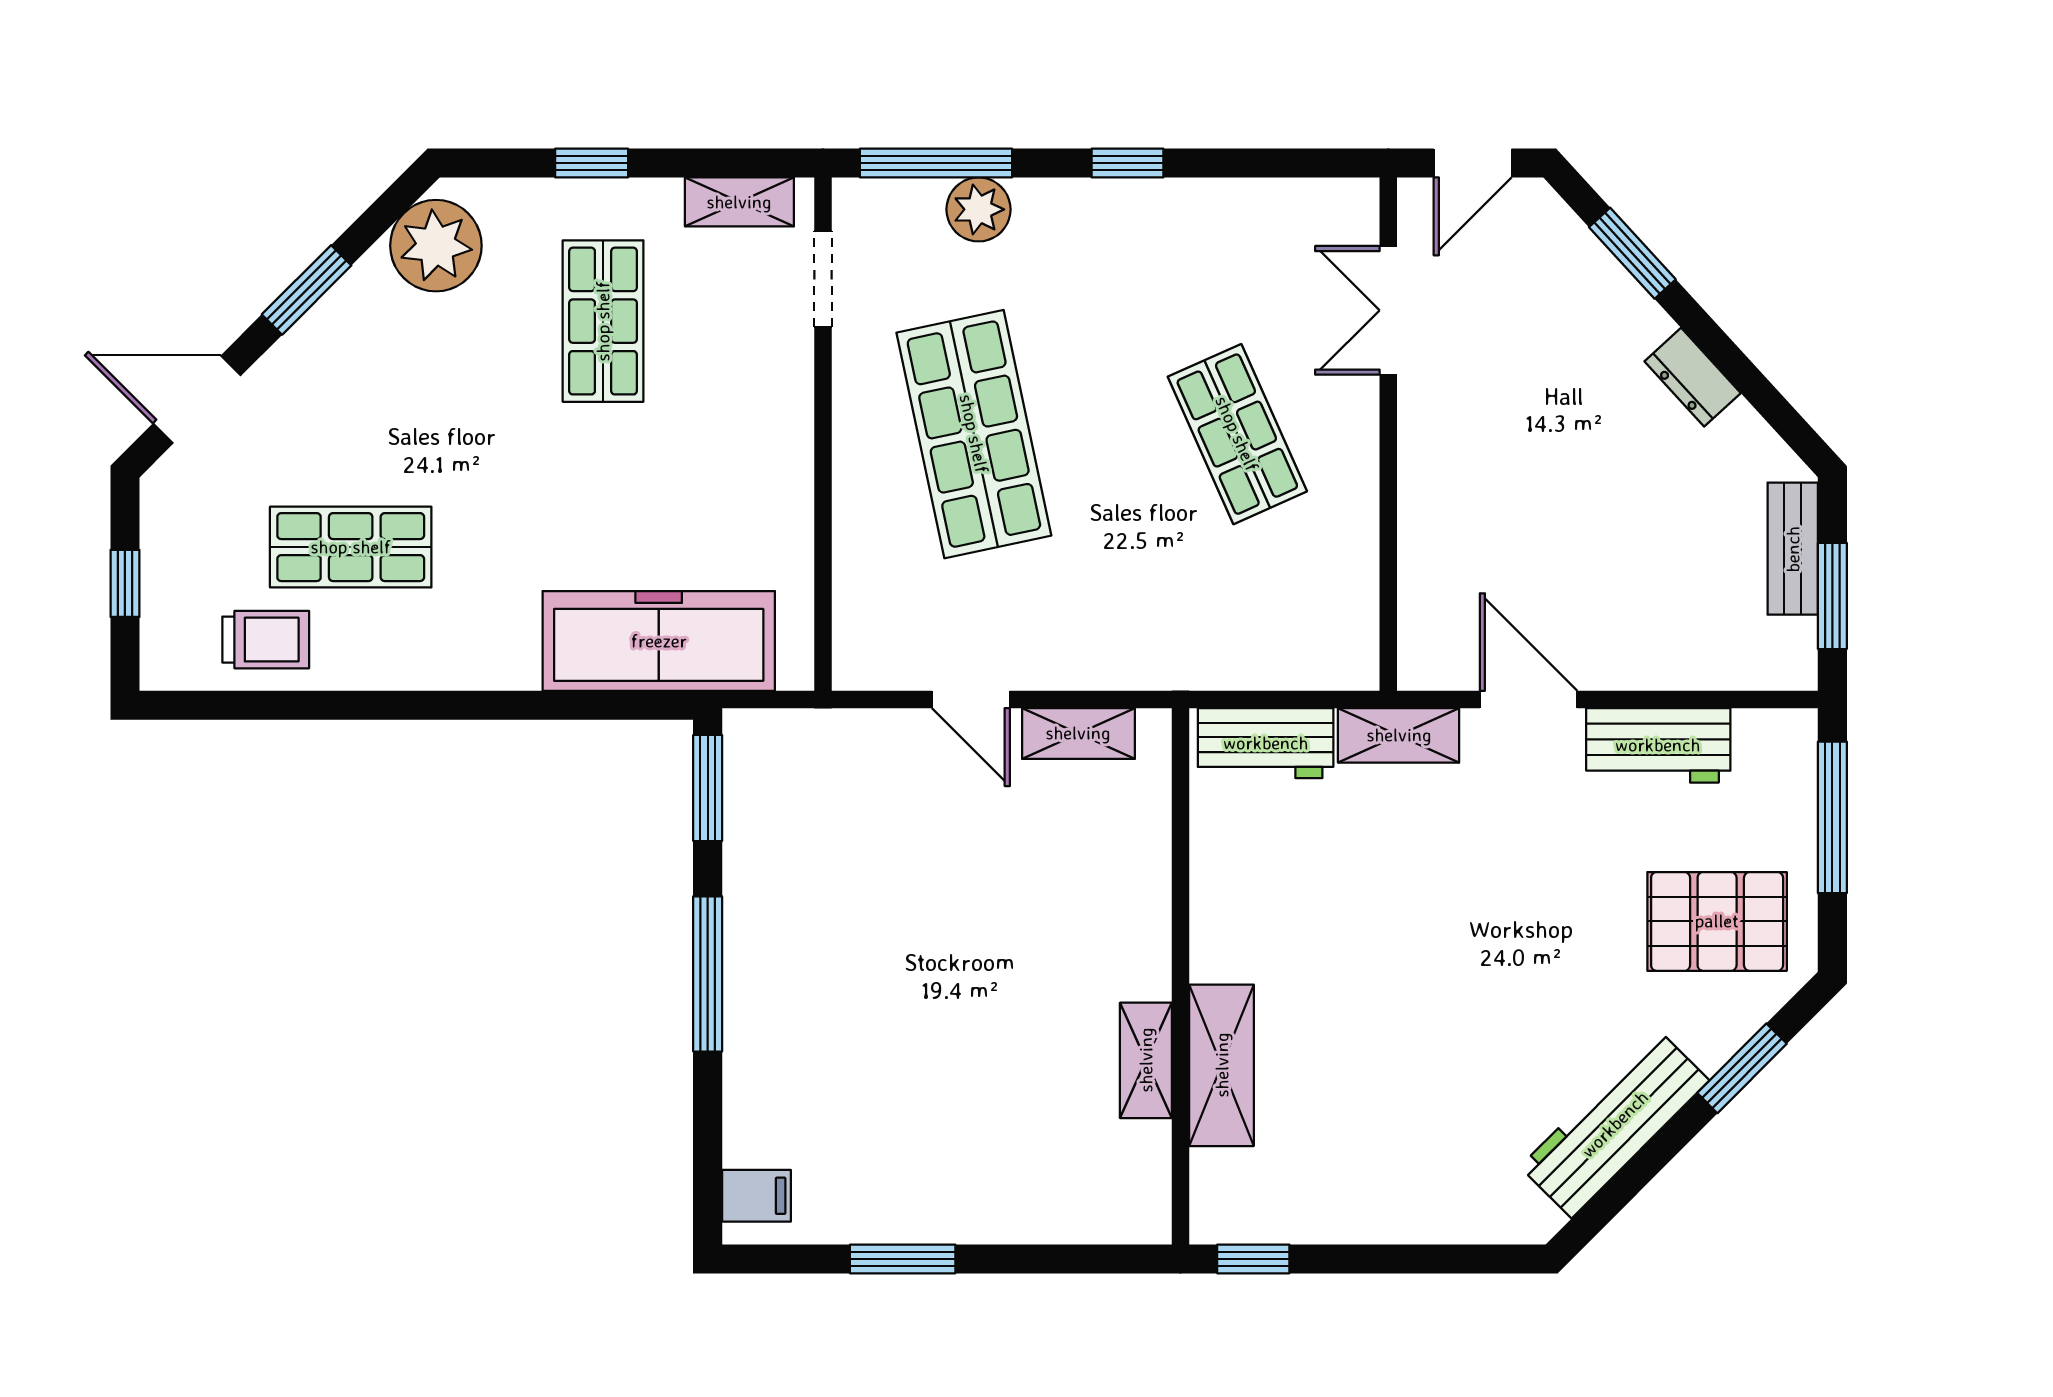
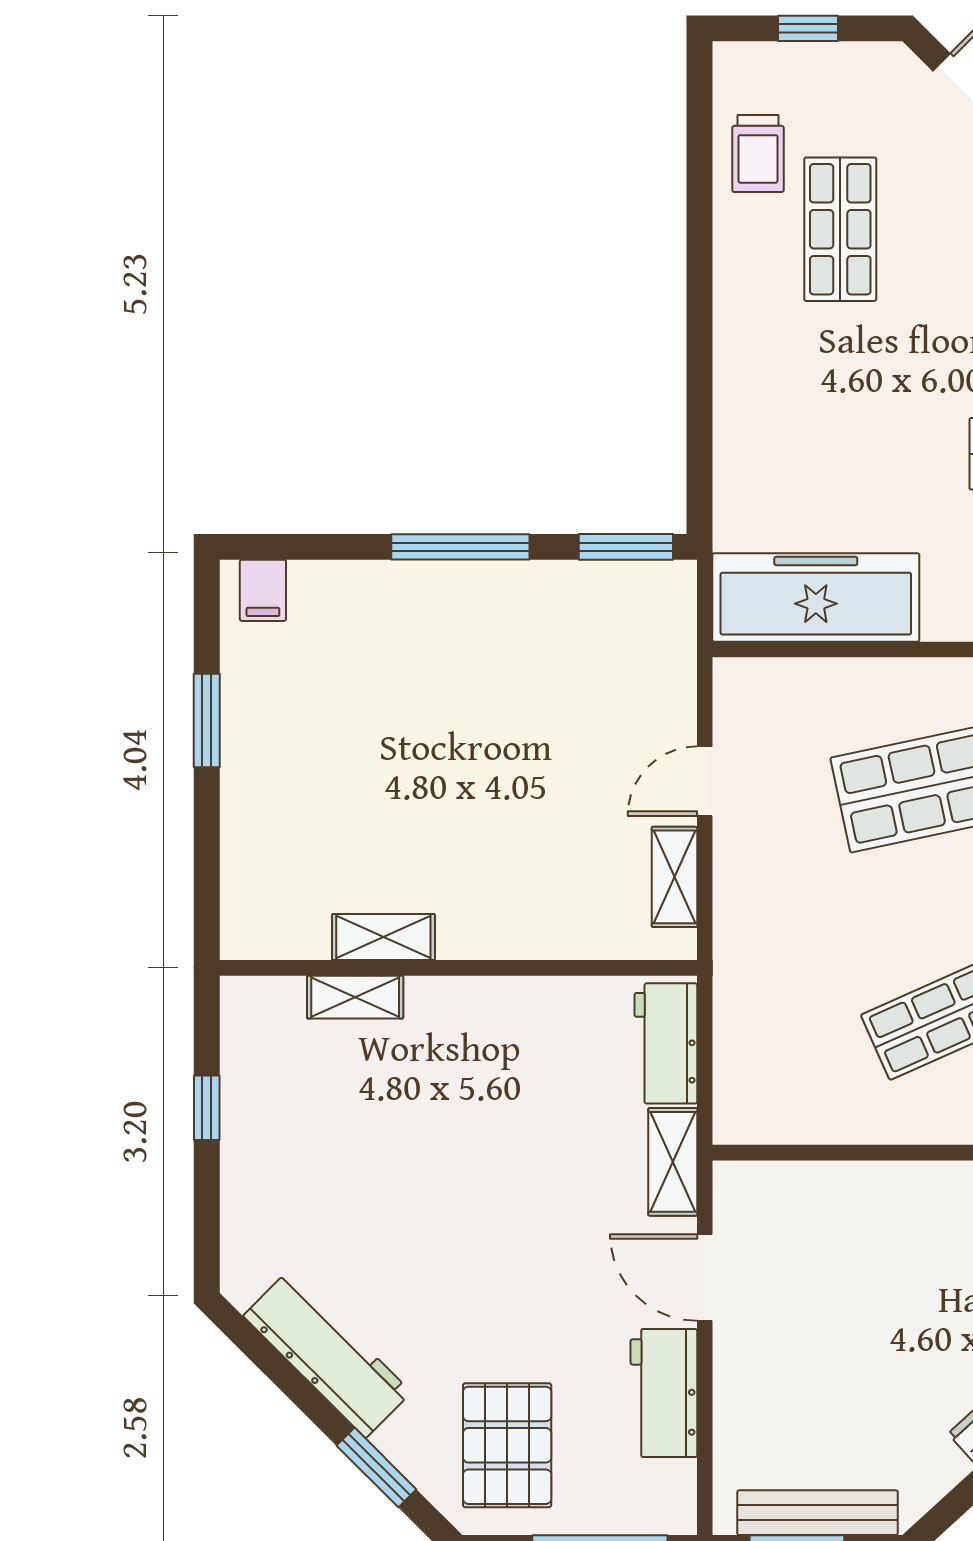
bench: (1793, 549) -> (818, 1513), width x1.36
freezer: (659, 641) -> (816, 597), moved, turned -90
door: (1529, 699) -> (705, 1278), swing flipped
shelving: (1222, 1065) -> (355, 997), width x0.67, depth x0.75
window: (1253, 1259) -> (207, 1108), moved

